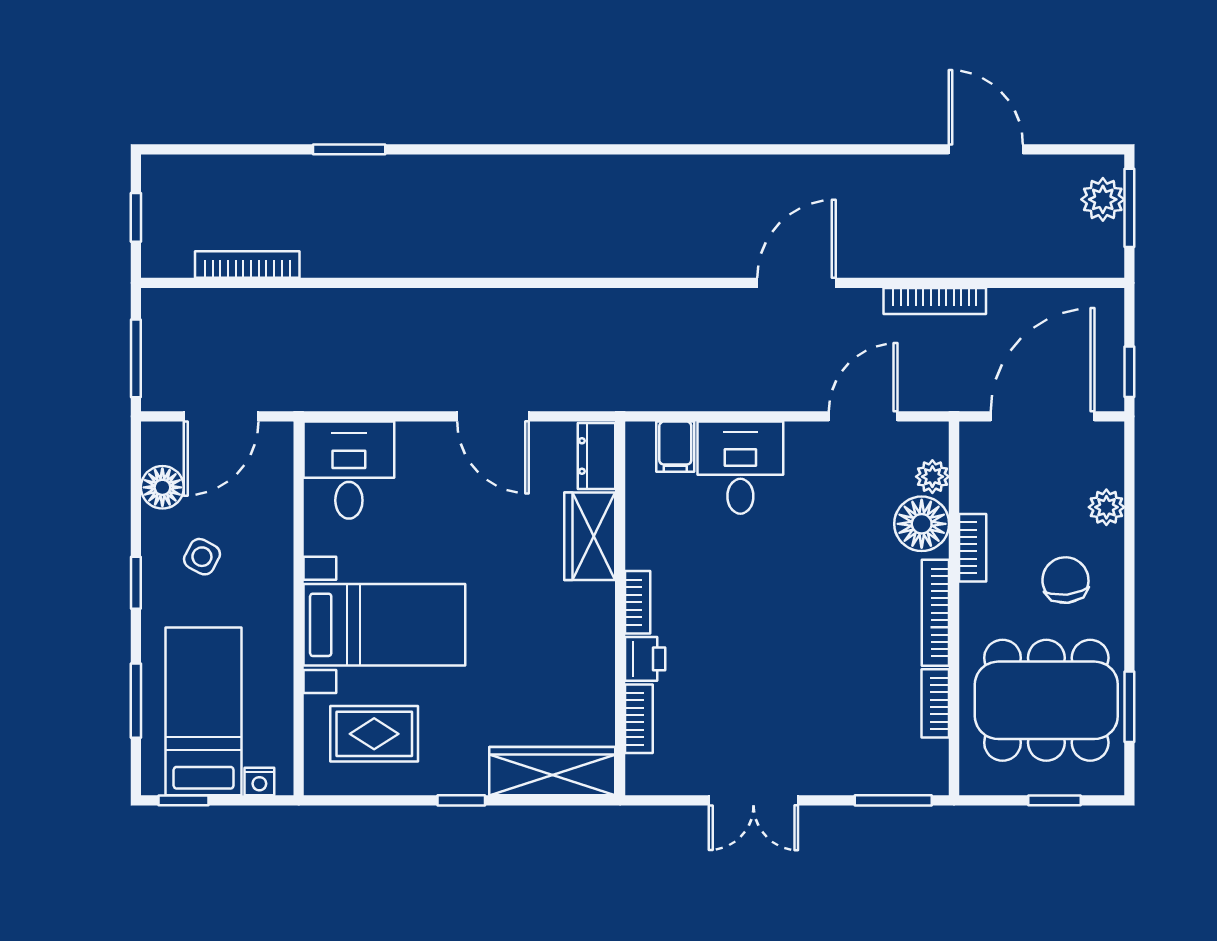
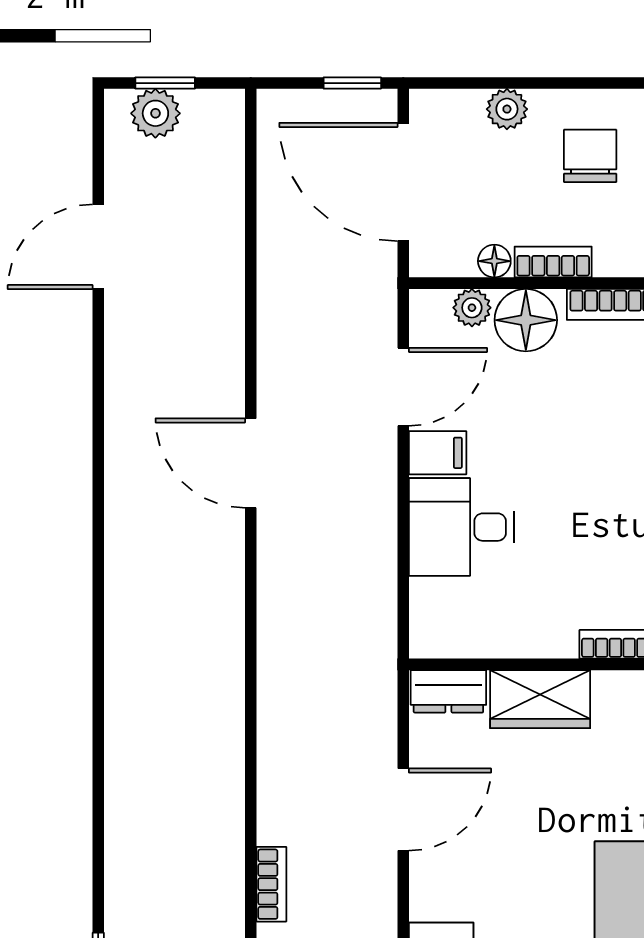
window: (1129, 208) -> (165, 83), width x0.67
bookcase: (935, 301) -> (271, 884), moved, width x0.64
door: (863, 416) -> (403, 387), swing flipped
filing cabinet: (675, 447) -> (438, 453), moved
floor lamp: (973, 496) -> (494, 261), added
chair: (1065, 580) -> (590, 156), turned 96

